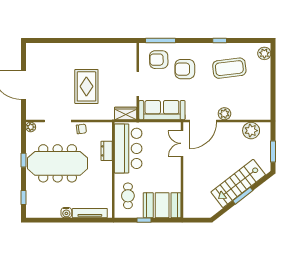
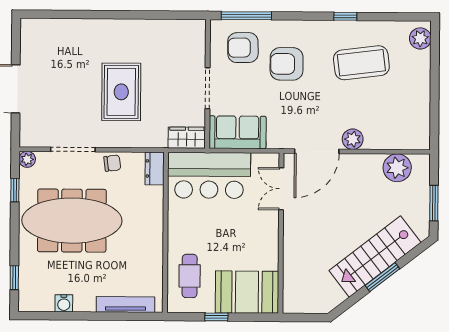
sofa: (162, 110) -> (238, 132), width x0.73
bar counter: (128, 148) -> (209, 175), moved, turned 90
dresser: (107, 151) -> (155, 169), moved
window: (24, 160) -> (15, 190), moved
water cooler: (66, 213) -> (64, 303), moved

